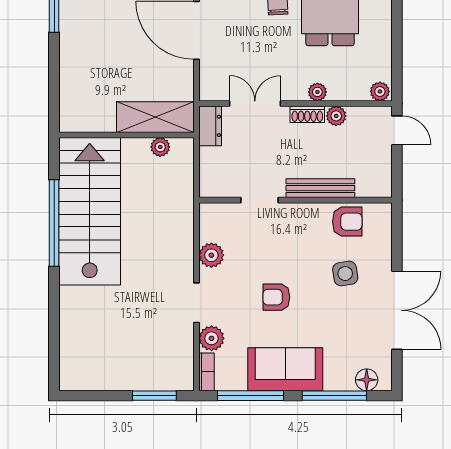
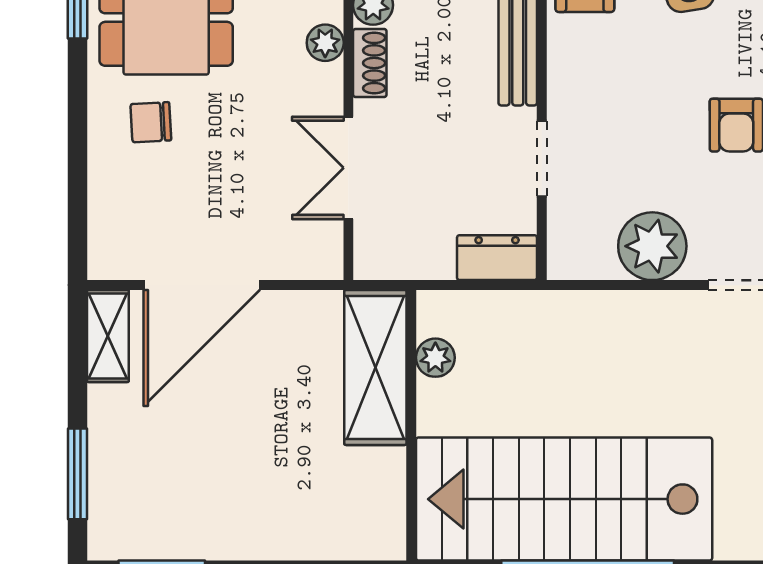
dresser: (210, 126) -> (497, 258), moved
plant: (211, 255) -> (652, 246), width x1.36, depth x1.36

